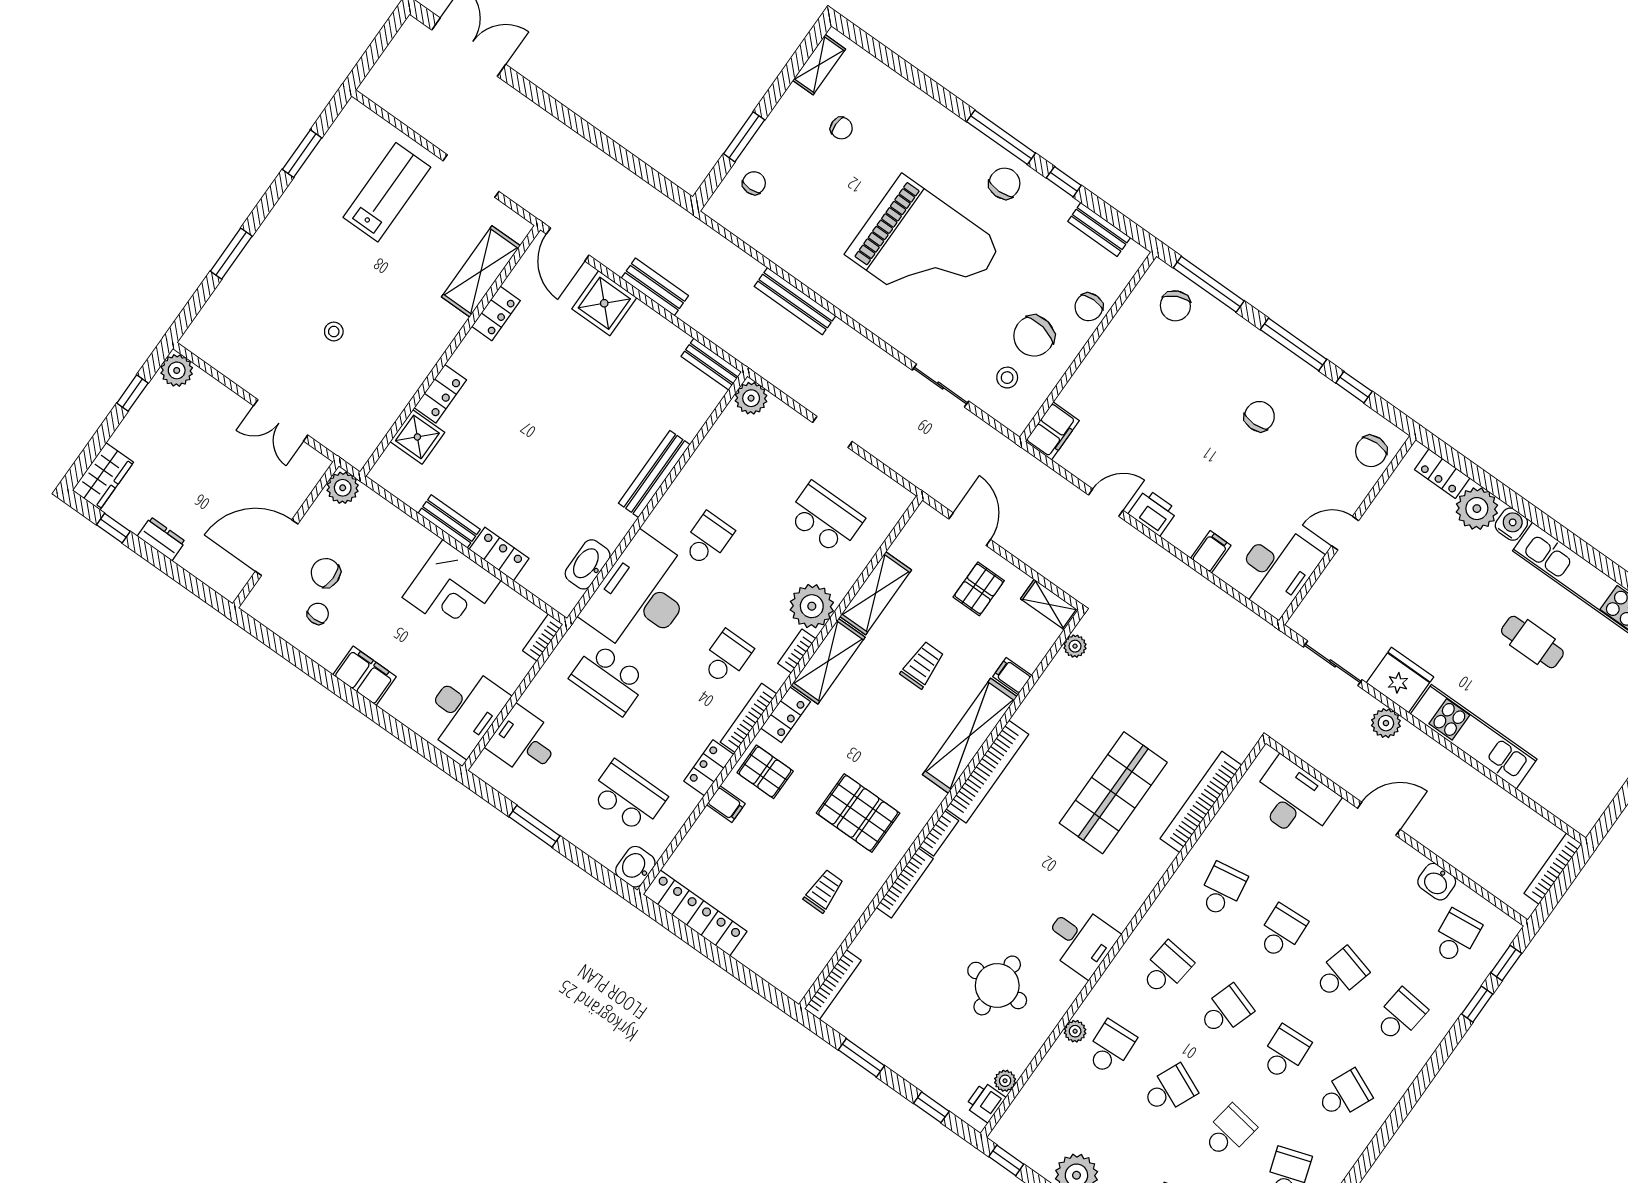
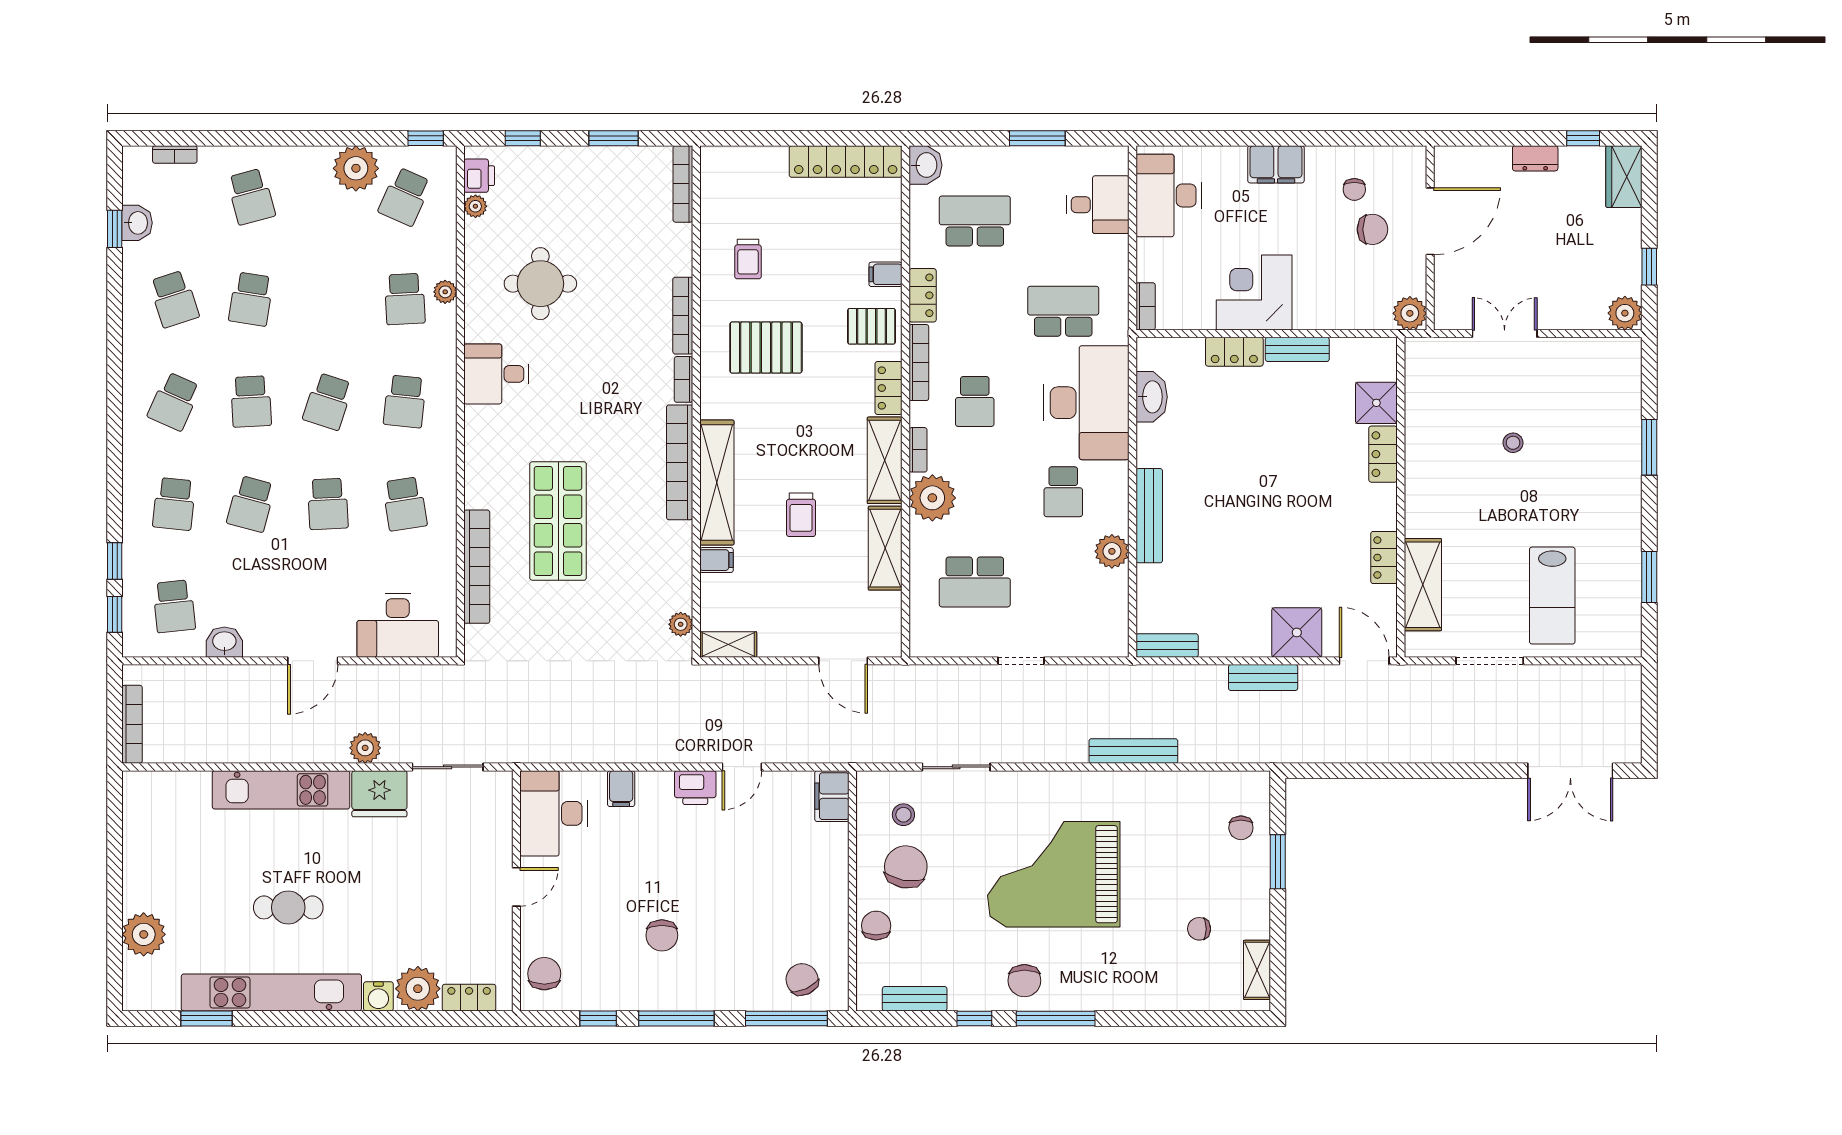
plant: (751, 398) -> (1112, 551), moved
pallet: (979, 589) -> (799, 615), removed
school desk: (628, 797) -> (975, 221), turned 180
school desk: (1170, 1090) -> (405, 197), moved

